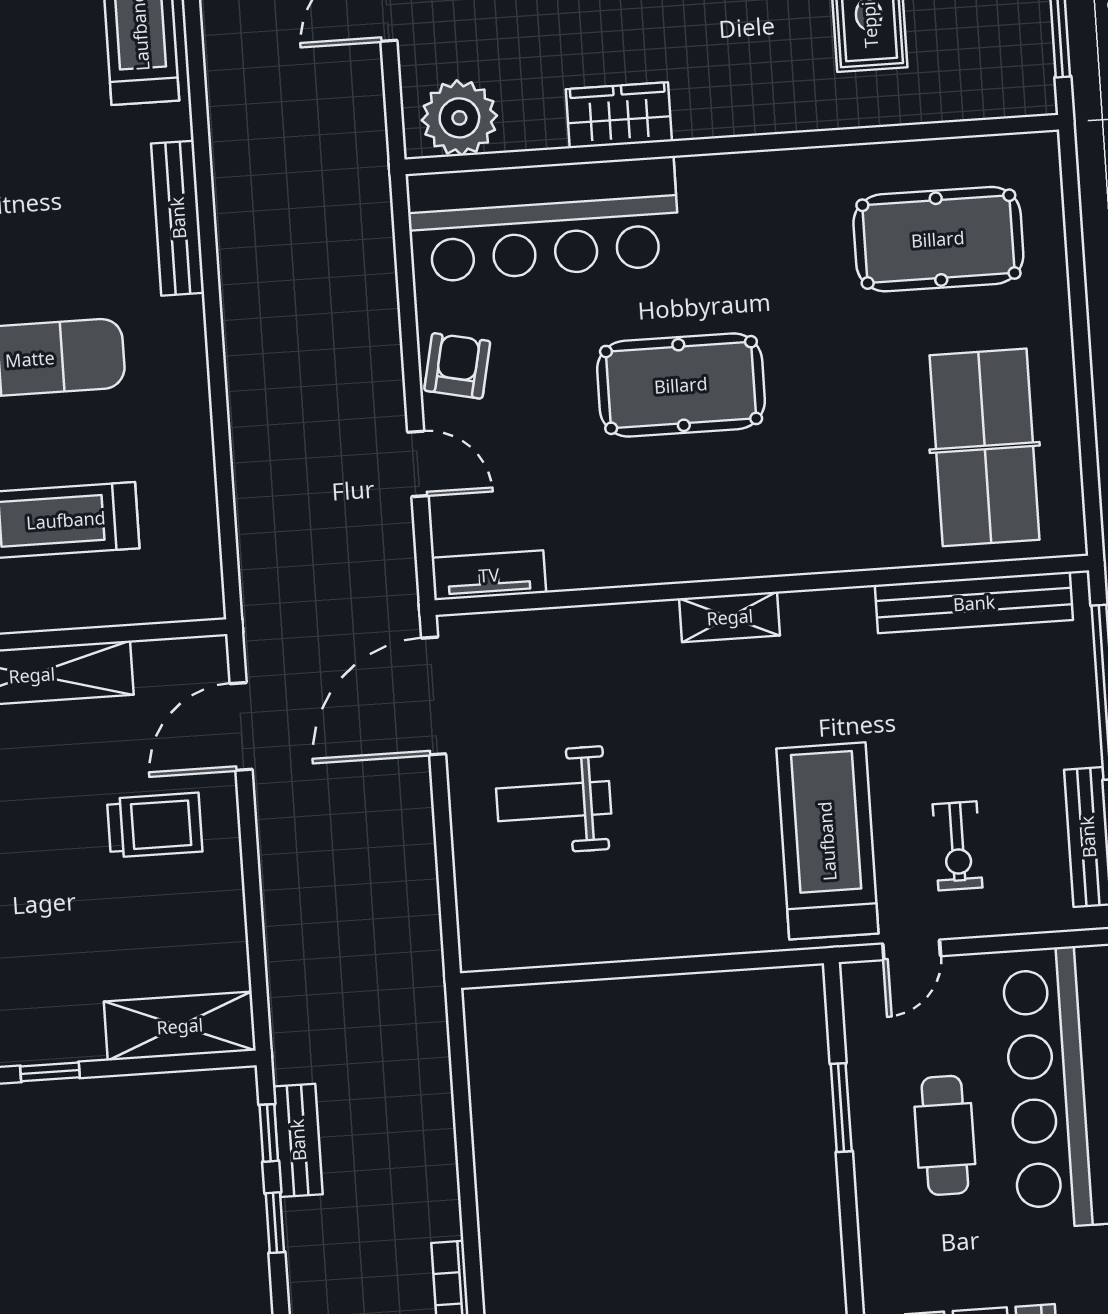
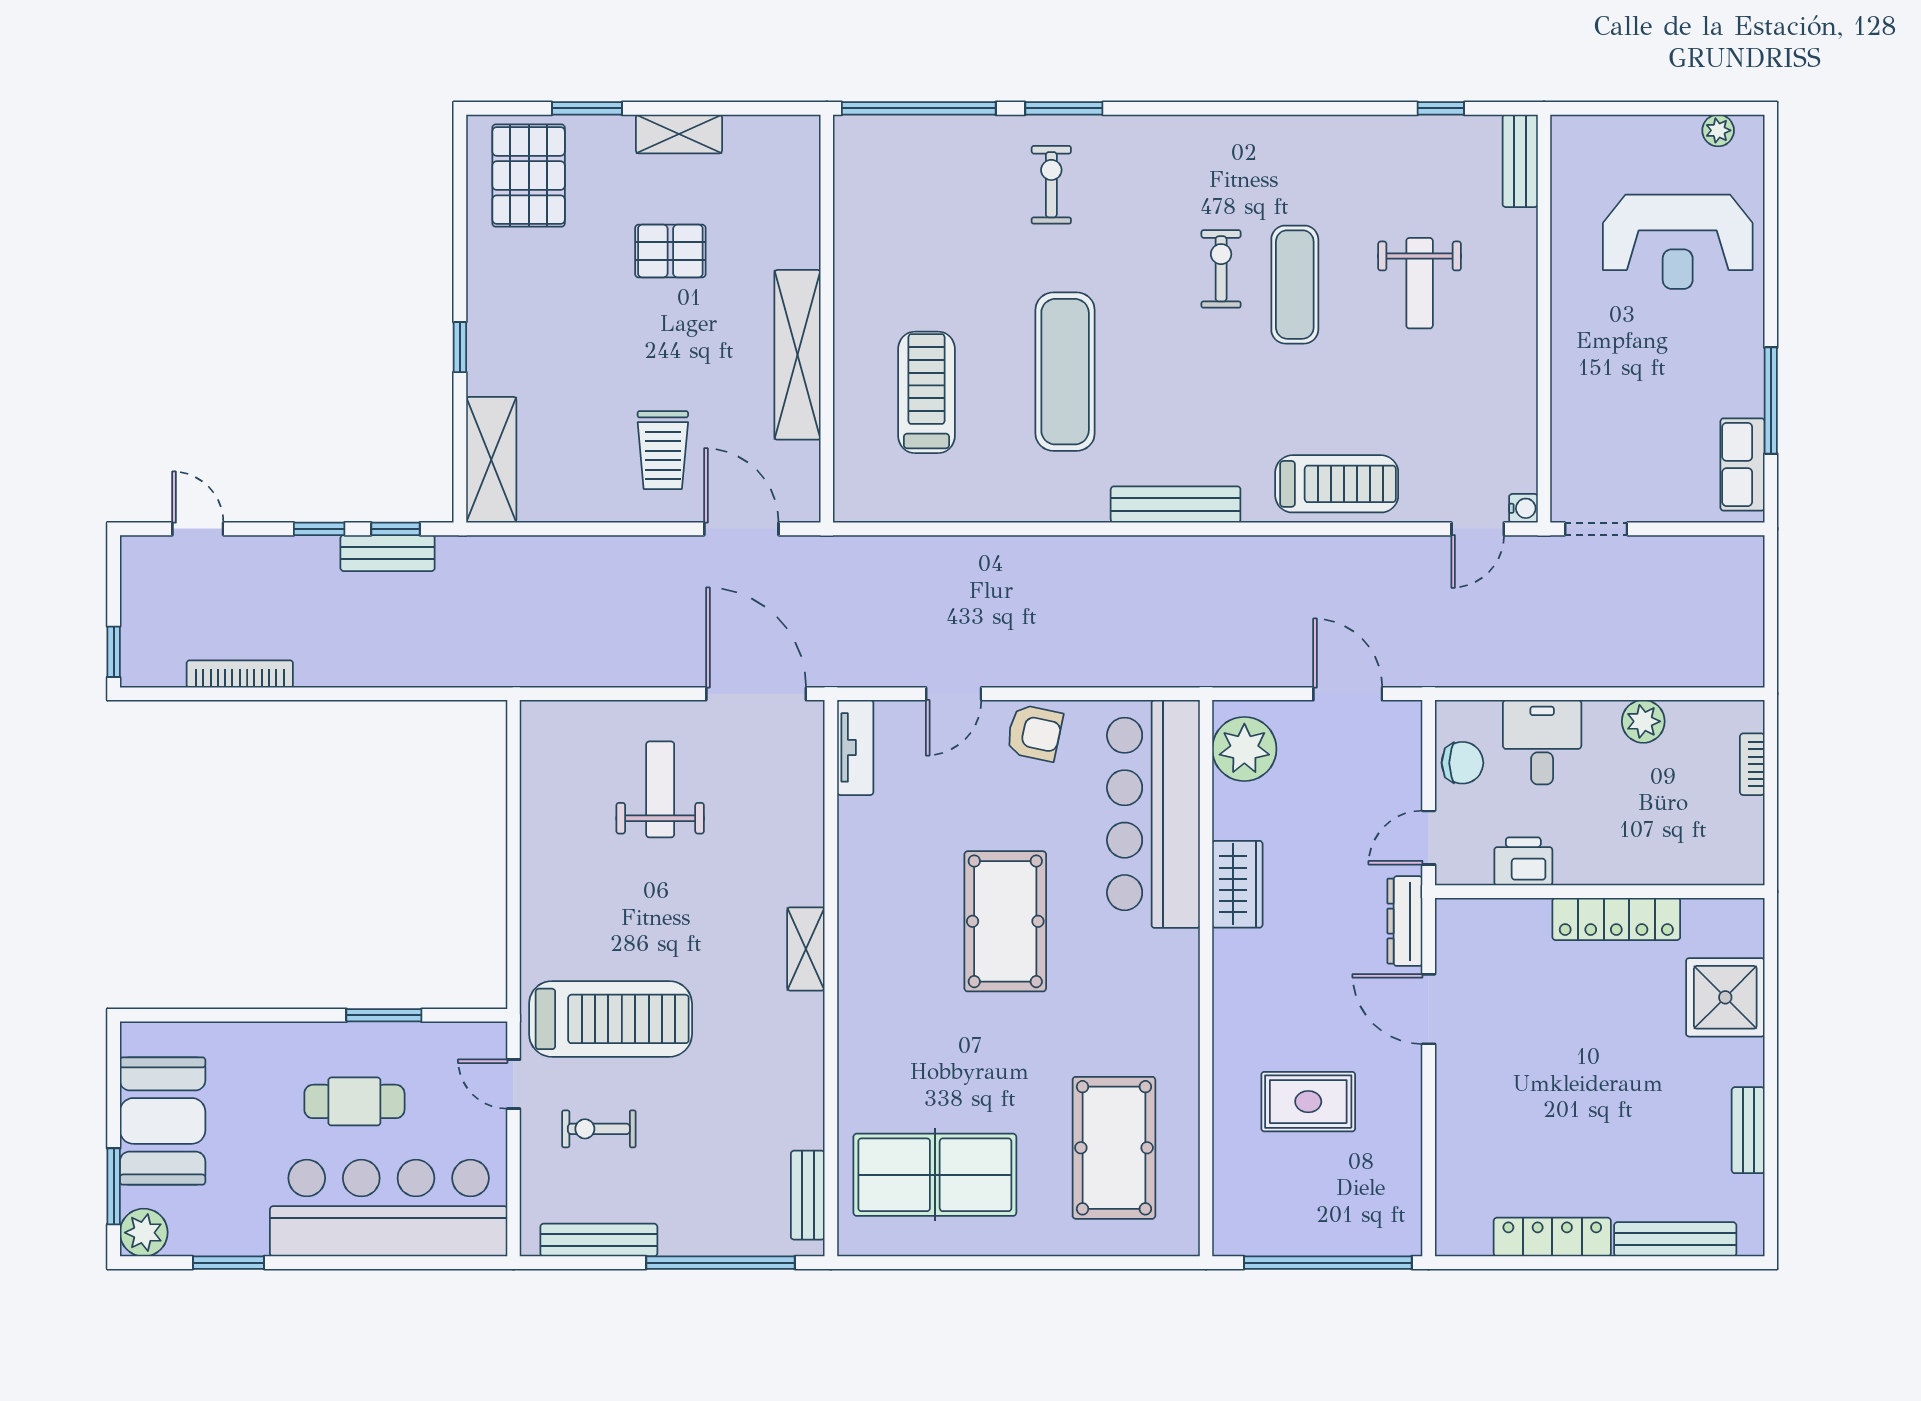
bench: (974, 603) -> (808, 1195), width x0.54, depth x0.82

